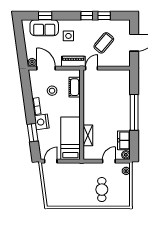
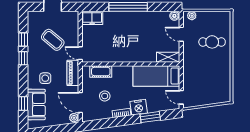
door: (46, 68) -> (80, 103), hinge flipped
shelving: (88, 135) -> (168, 57), moved
freezer: (124, 140) -> (92, 18), moved

